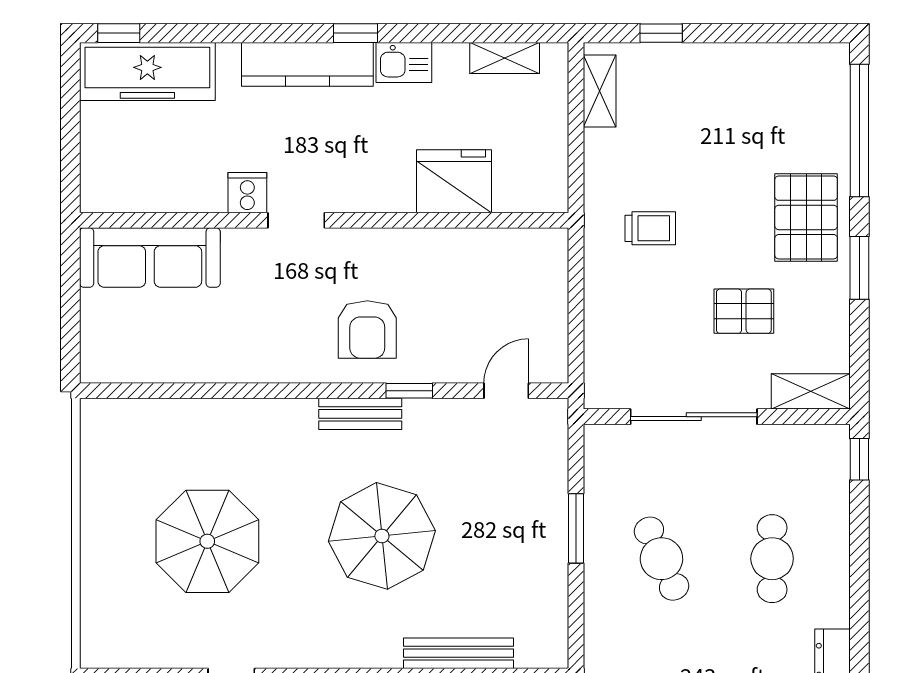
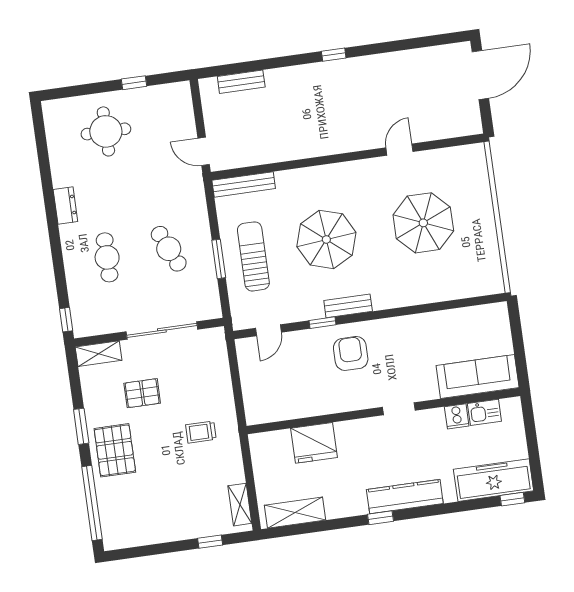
shelving: (505, 58) -> (295, 513), width x1.50, depth x1.33
kitchen sink: (404, 63) -> (484, 412), moved, turned 180
cooker: (247, 193) -> (457, 416), moved
sun lounger: (514, 524) -> (253, 256), added
bench: (458, 653) -> (244, 184), moved

